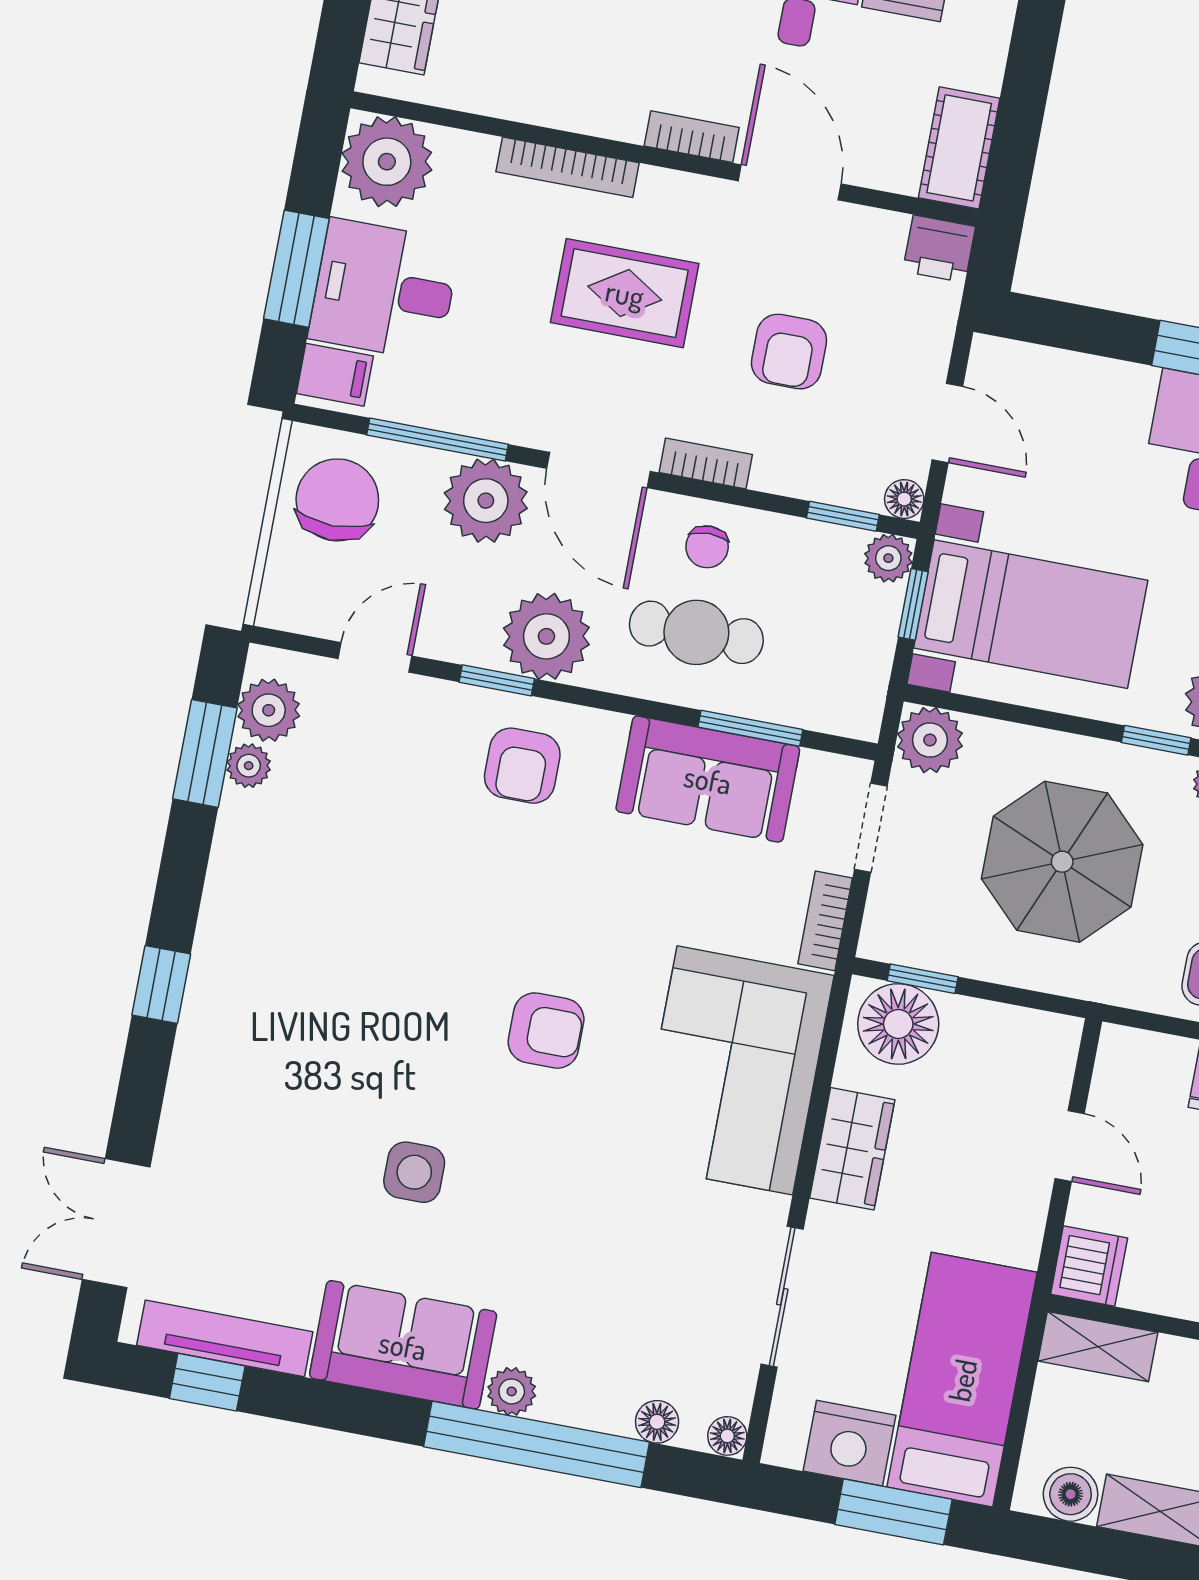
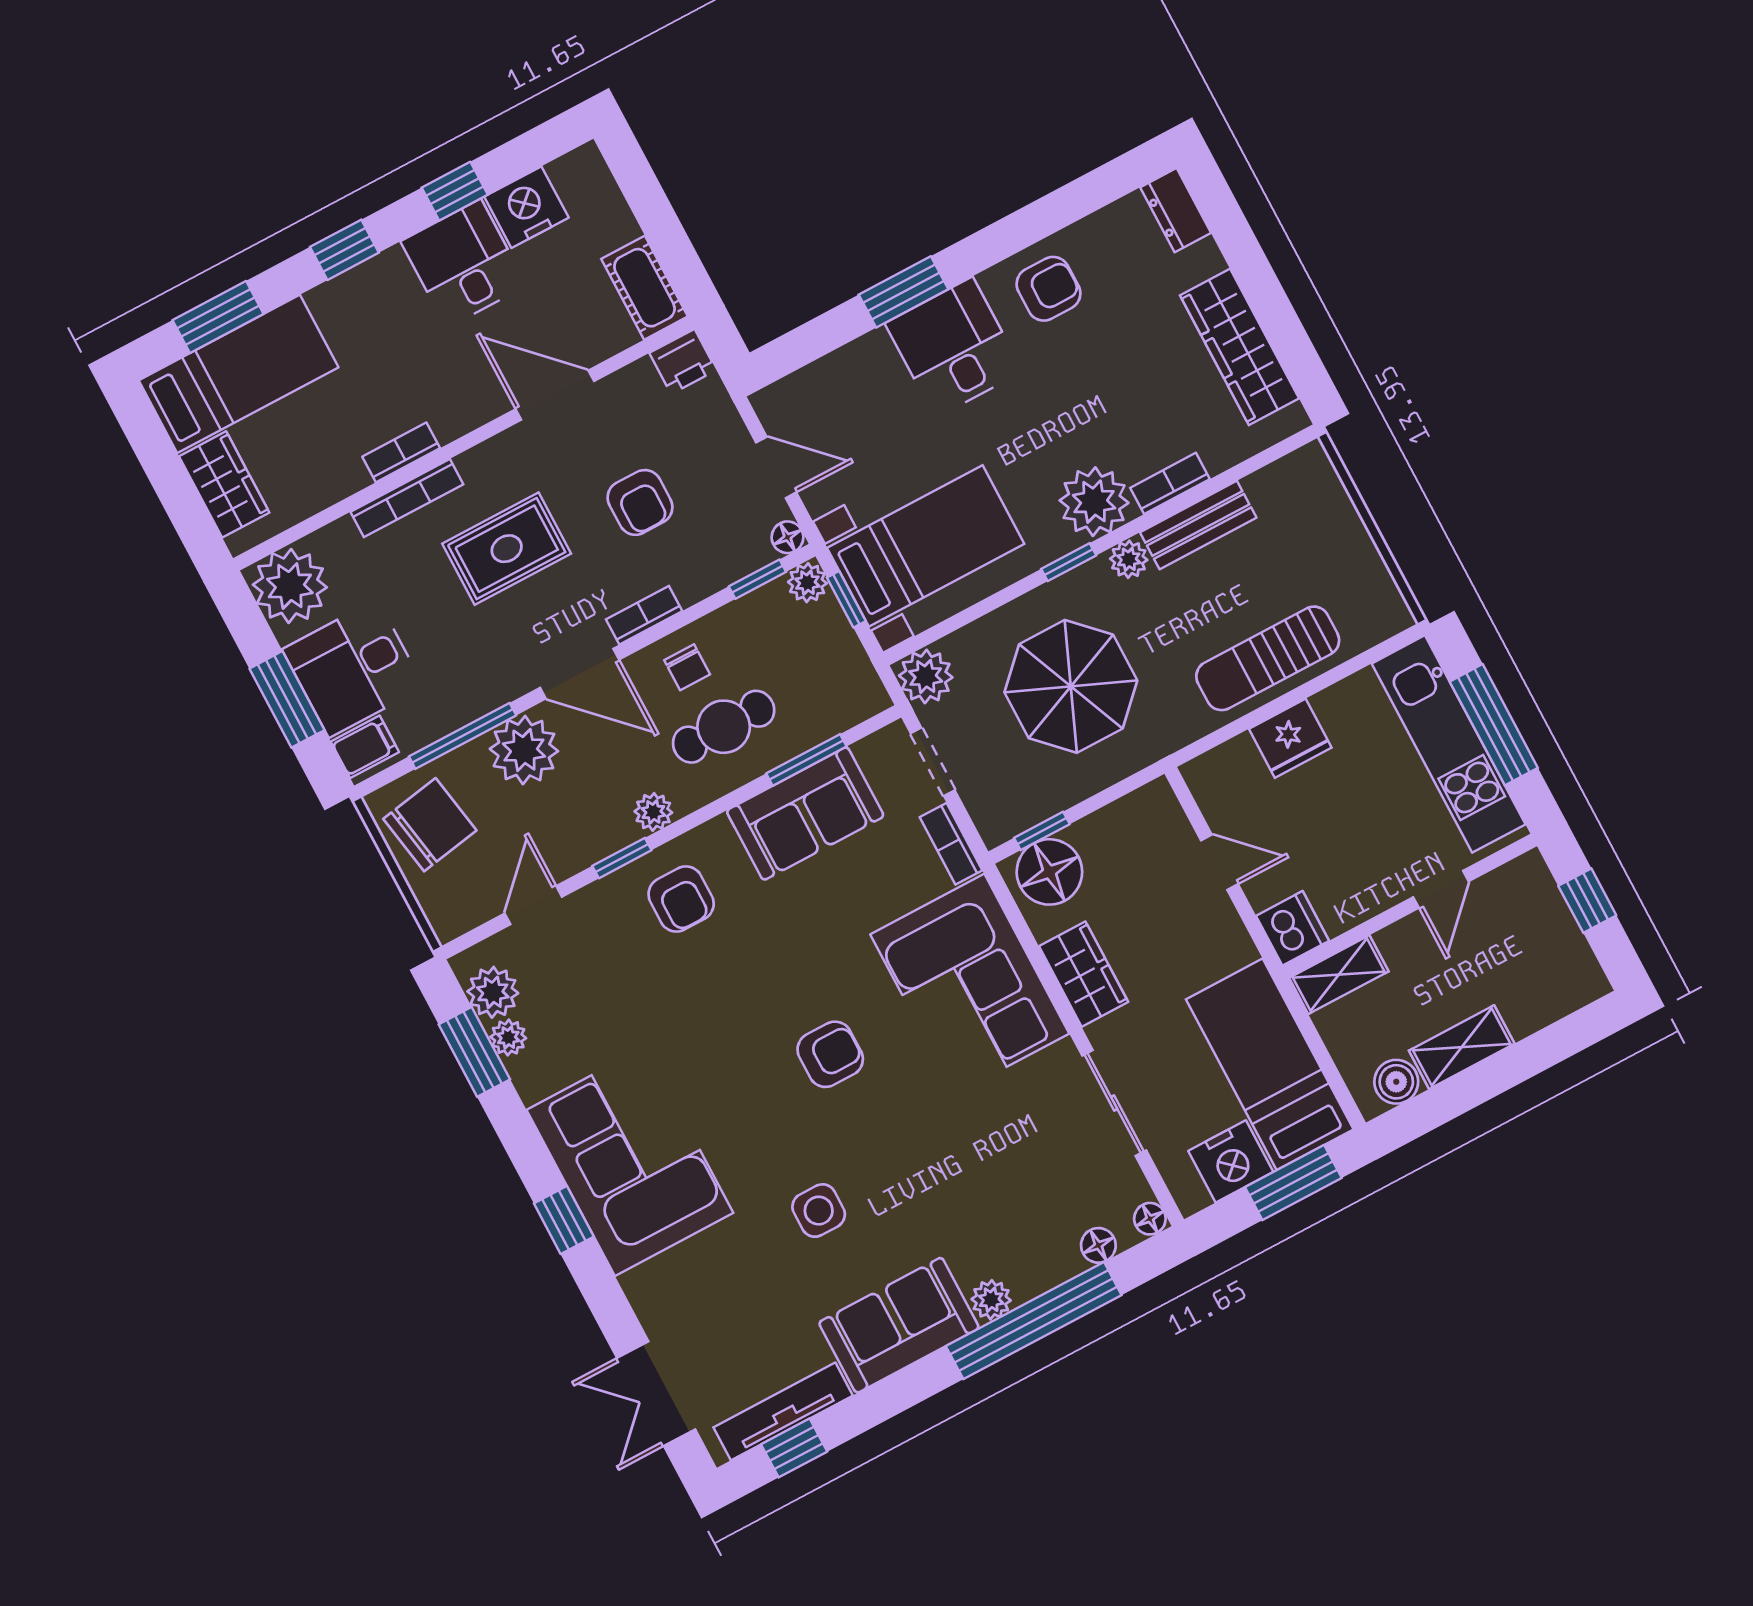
bookcase: (692, 137) -> (401, 452), moved
chair: (337, 500) -> (430, 825), turned 80
plant: (546, 636) -> (653, 812), width x0.53, depth x0.53
corner sofa: (270, 979) -> (630, 1161), added

